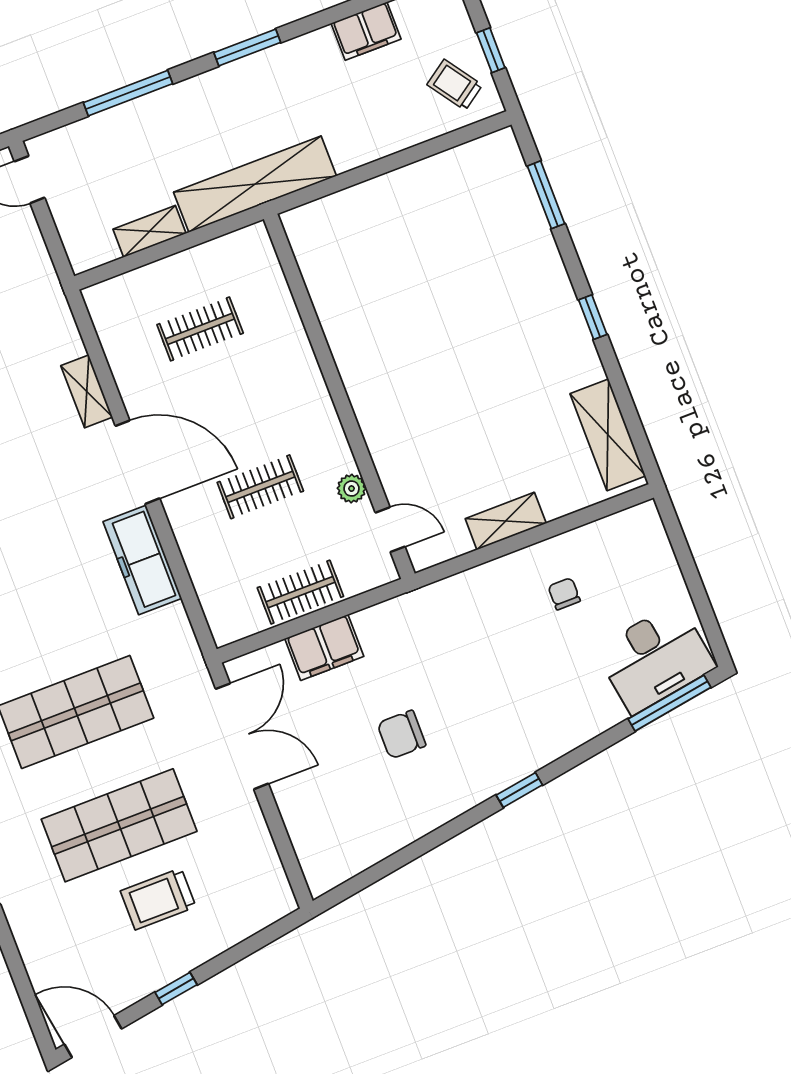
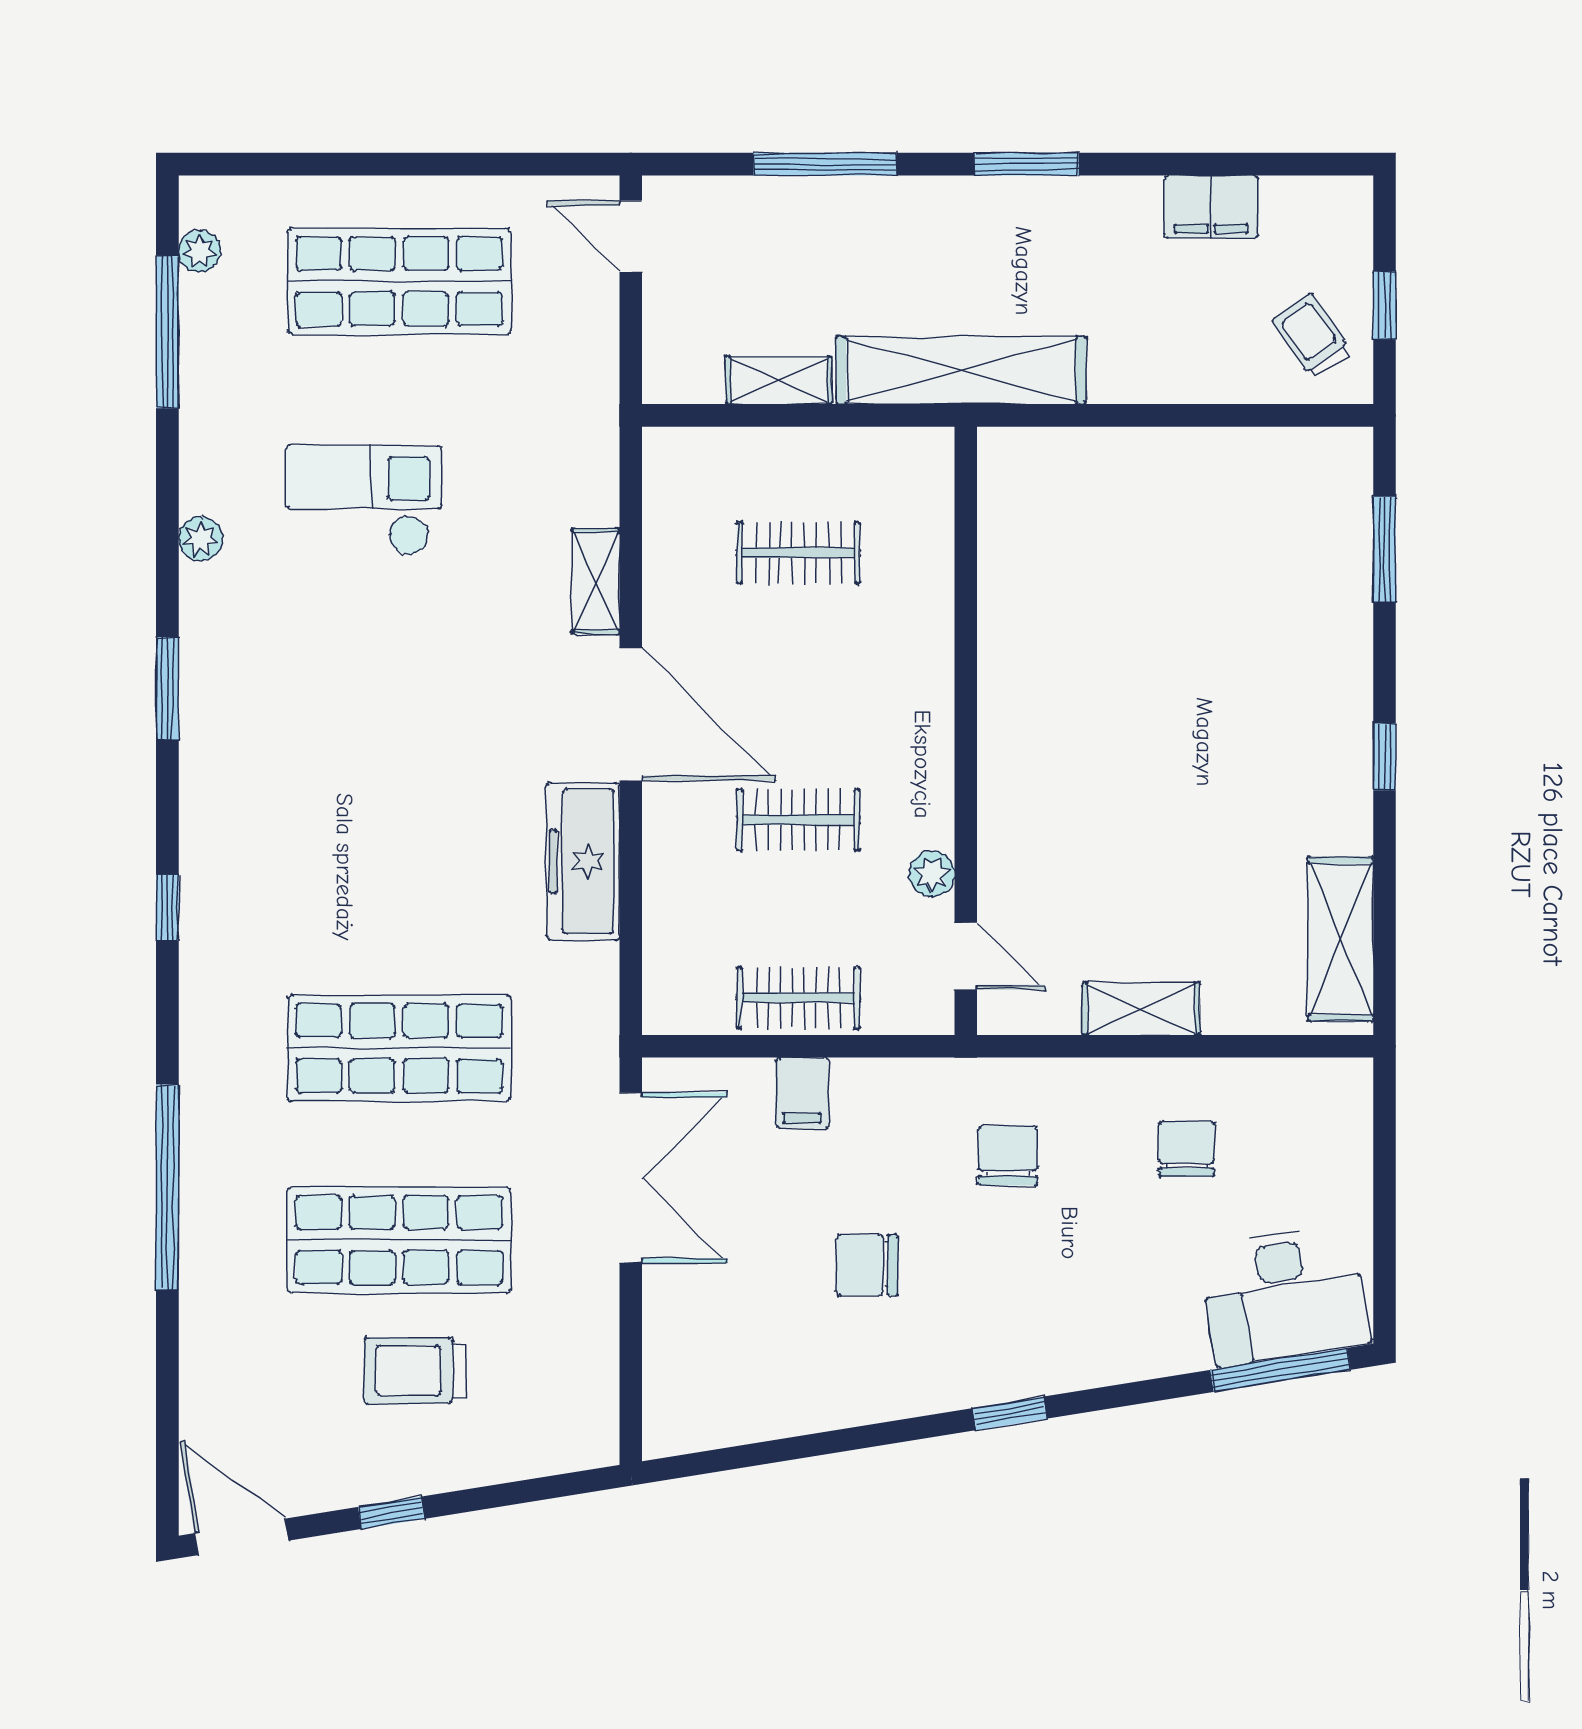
chair: (564, 594) -> (1186, 1149), width x1.37, depth x1.37
chair: (460, 638) -> (1008, 1156), added
filing cabinet: (324, 647) -> (802, 1093), width x0.50

